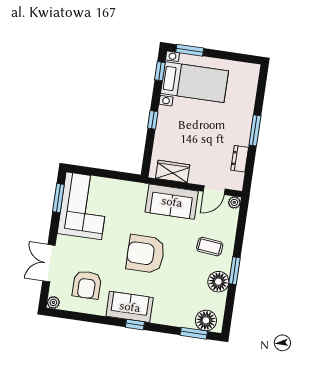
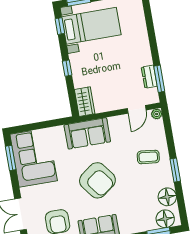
window: (255, 130) -> (159, 79), moved
wardrobe: (173, 172) -> (85, 102), moved, turned 90
sofa: (172, 202) -> (87, 133), moved
armchair: (146, 254) -> (97, 180), turned -127
floor lamp: (218, 282) -> (167, 197), moved

